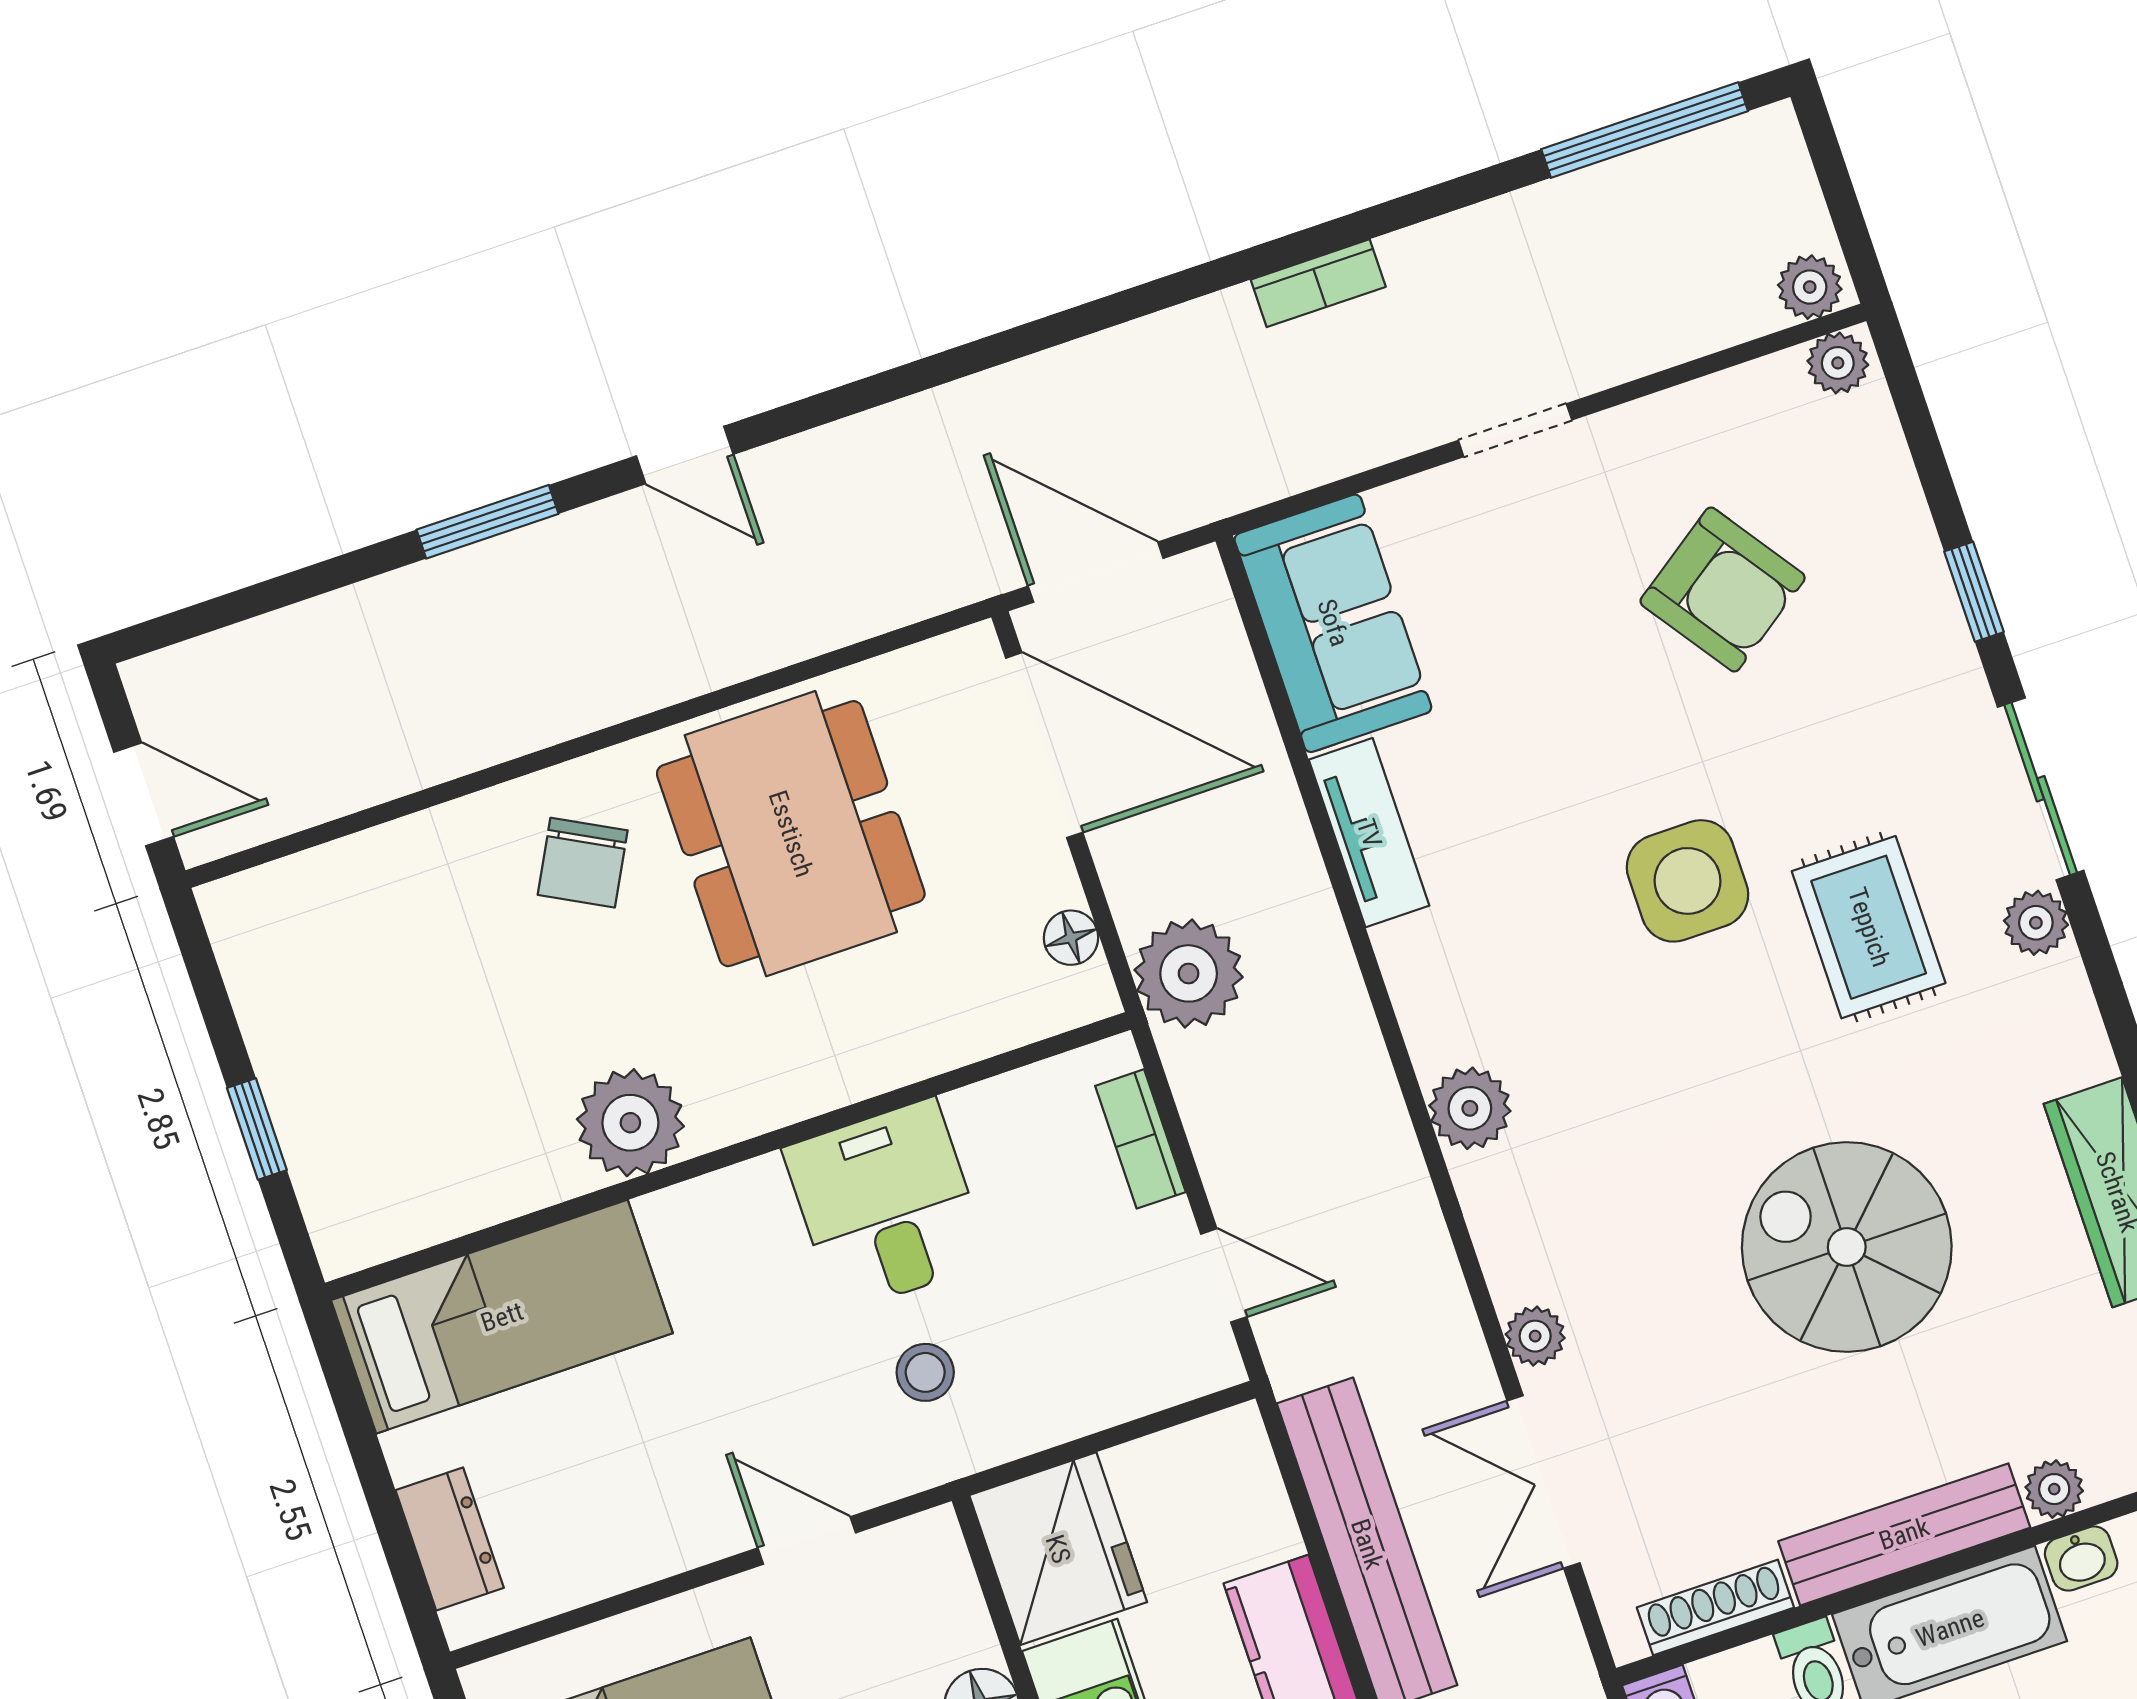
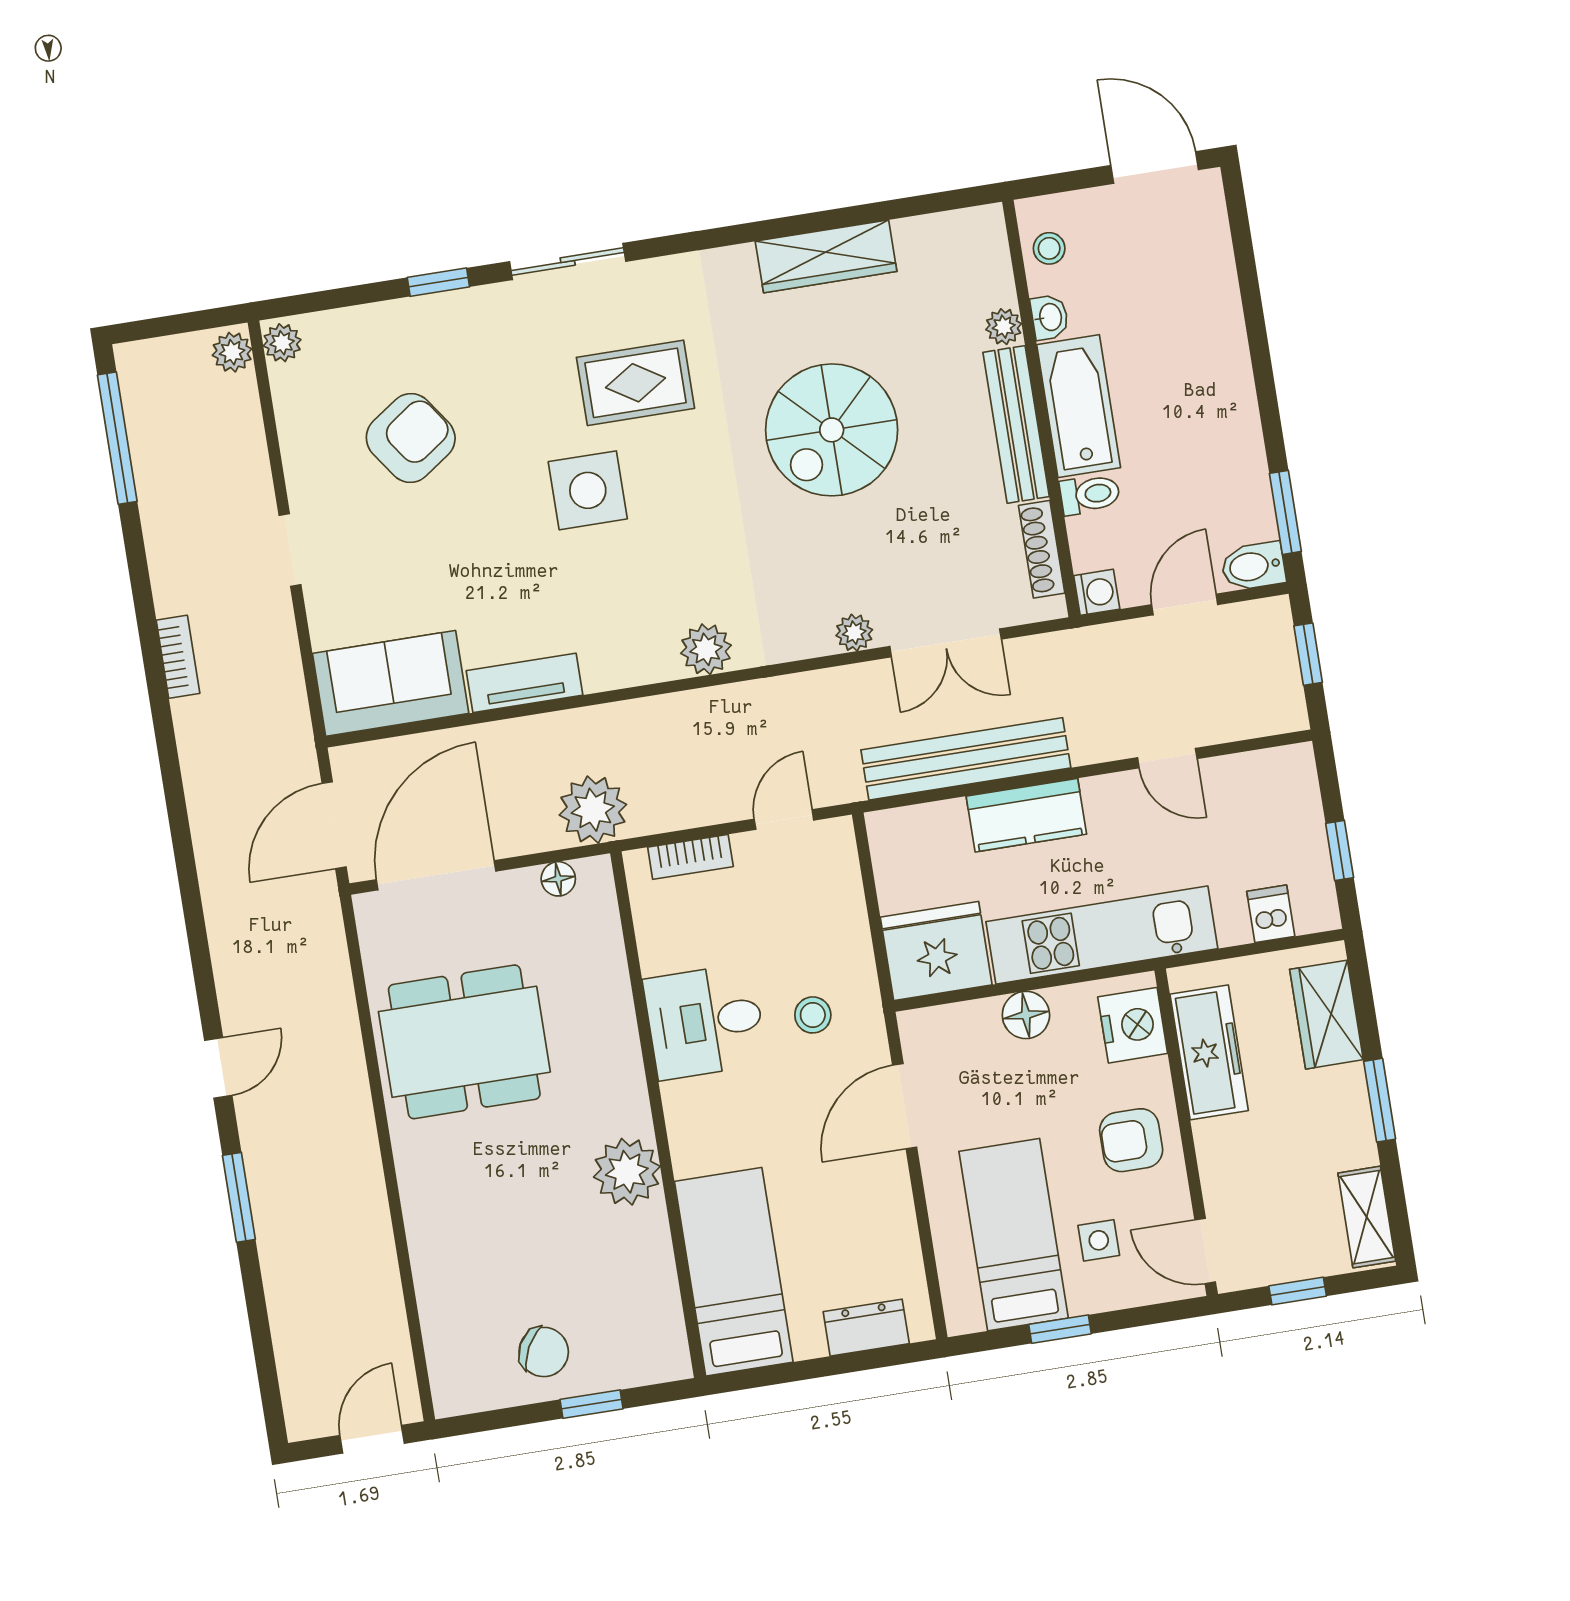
chair: (583, 863) -> (544, 1352), moved
plant: (2036, 923) -> (650, 279), removed
door: (807, 1540) -> (905, 1106), width x1.38

